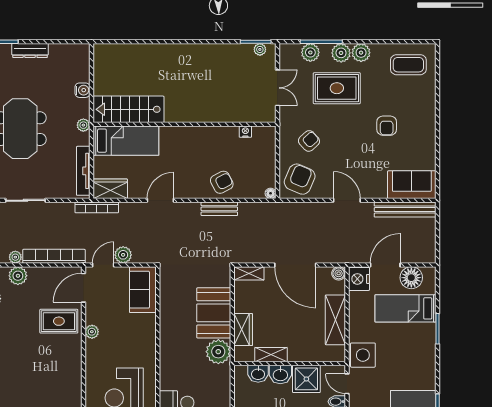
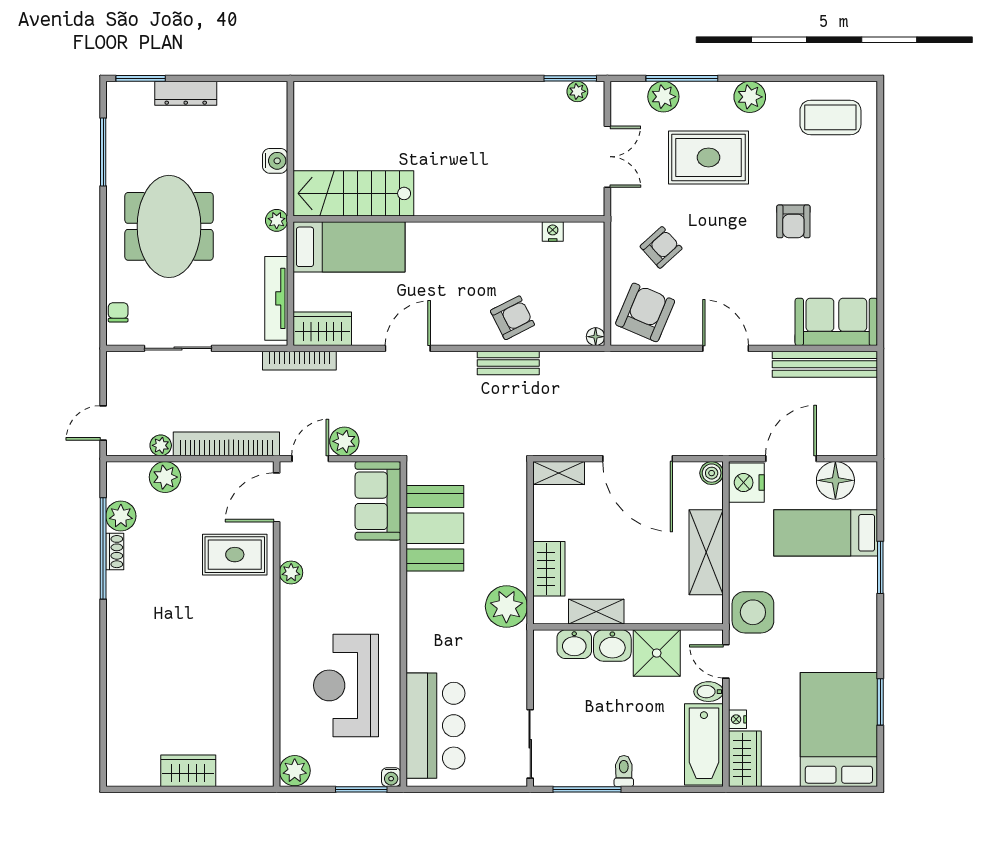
plant: (341, 53) -> (716, 97), removed
booth: (214, 313) -> (435, 528), moved

